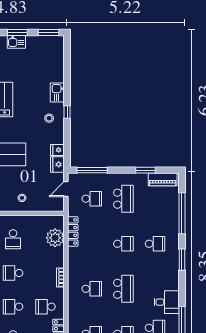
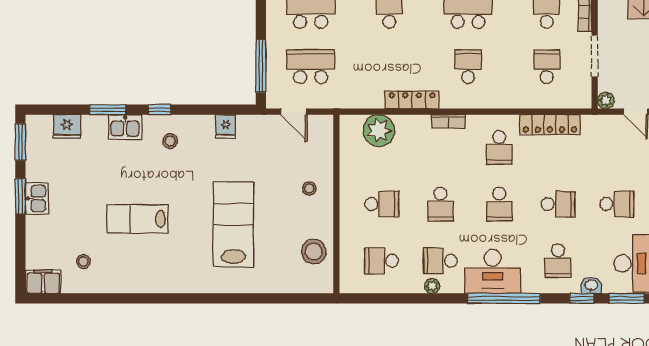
window: (67, 82) -> (108, 110), added
fridge: (57, 164) -> (67, 127), moved
school desk: (92, 199) -> (311, 67), width x1.85
locker: (73, 231) -> (412, 100), moved

